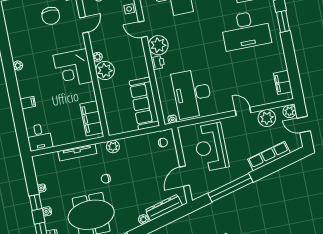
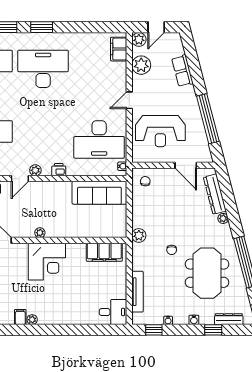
desk: (246, 30) -> (43, 69), turned -90
plant: (158, 45) -> (35, 170), width x0.53, depth x0.53
plant: (105, 70) -> (56, 228), removed
filing cabinet: (283, 82) -> (119, 49), moved, turned 90
filing cabinet: (28, 103) -> (20, 317), moved
door: (243, 112) -> (129, 100), moved
tv unit: (77, 152) -> (137, 292), moved
row of seats: (269, 156) -> (182, 71), width x0.68
window: (36, 202) -> (154, 330), moved

